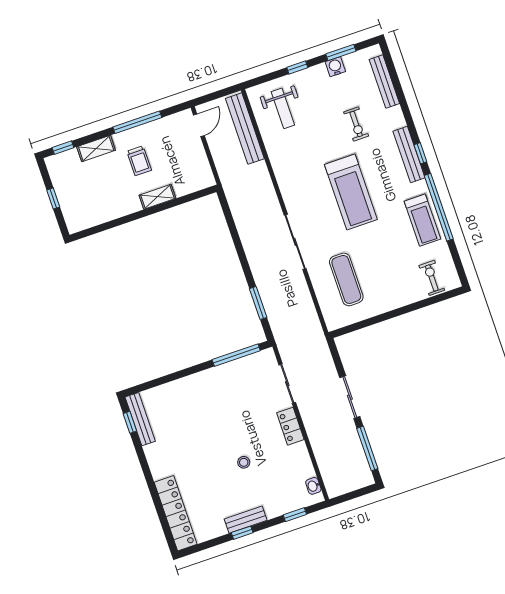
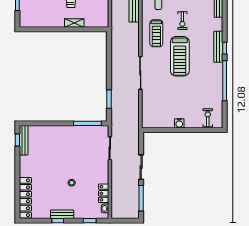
exercise bike: (356, 124) -> (182, 21), moved
treadmill: (422, 220) -> (156, 33), moved
exercise mat: (346, 279) -> (161, 103), removed
water cooler: (388, 303) -> (179, 123), added
locker: (290, 426) -> (104, 193), moved

